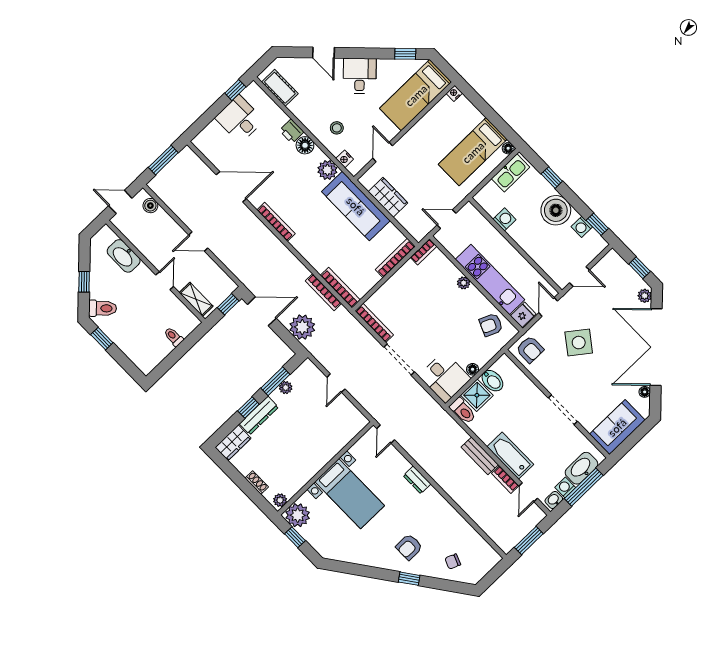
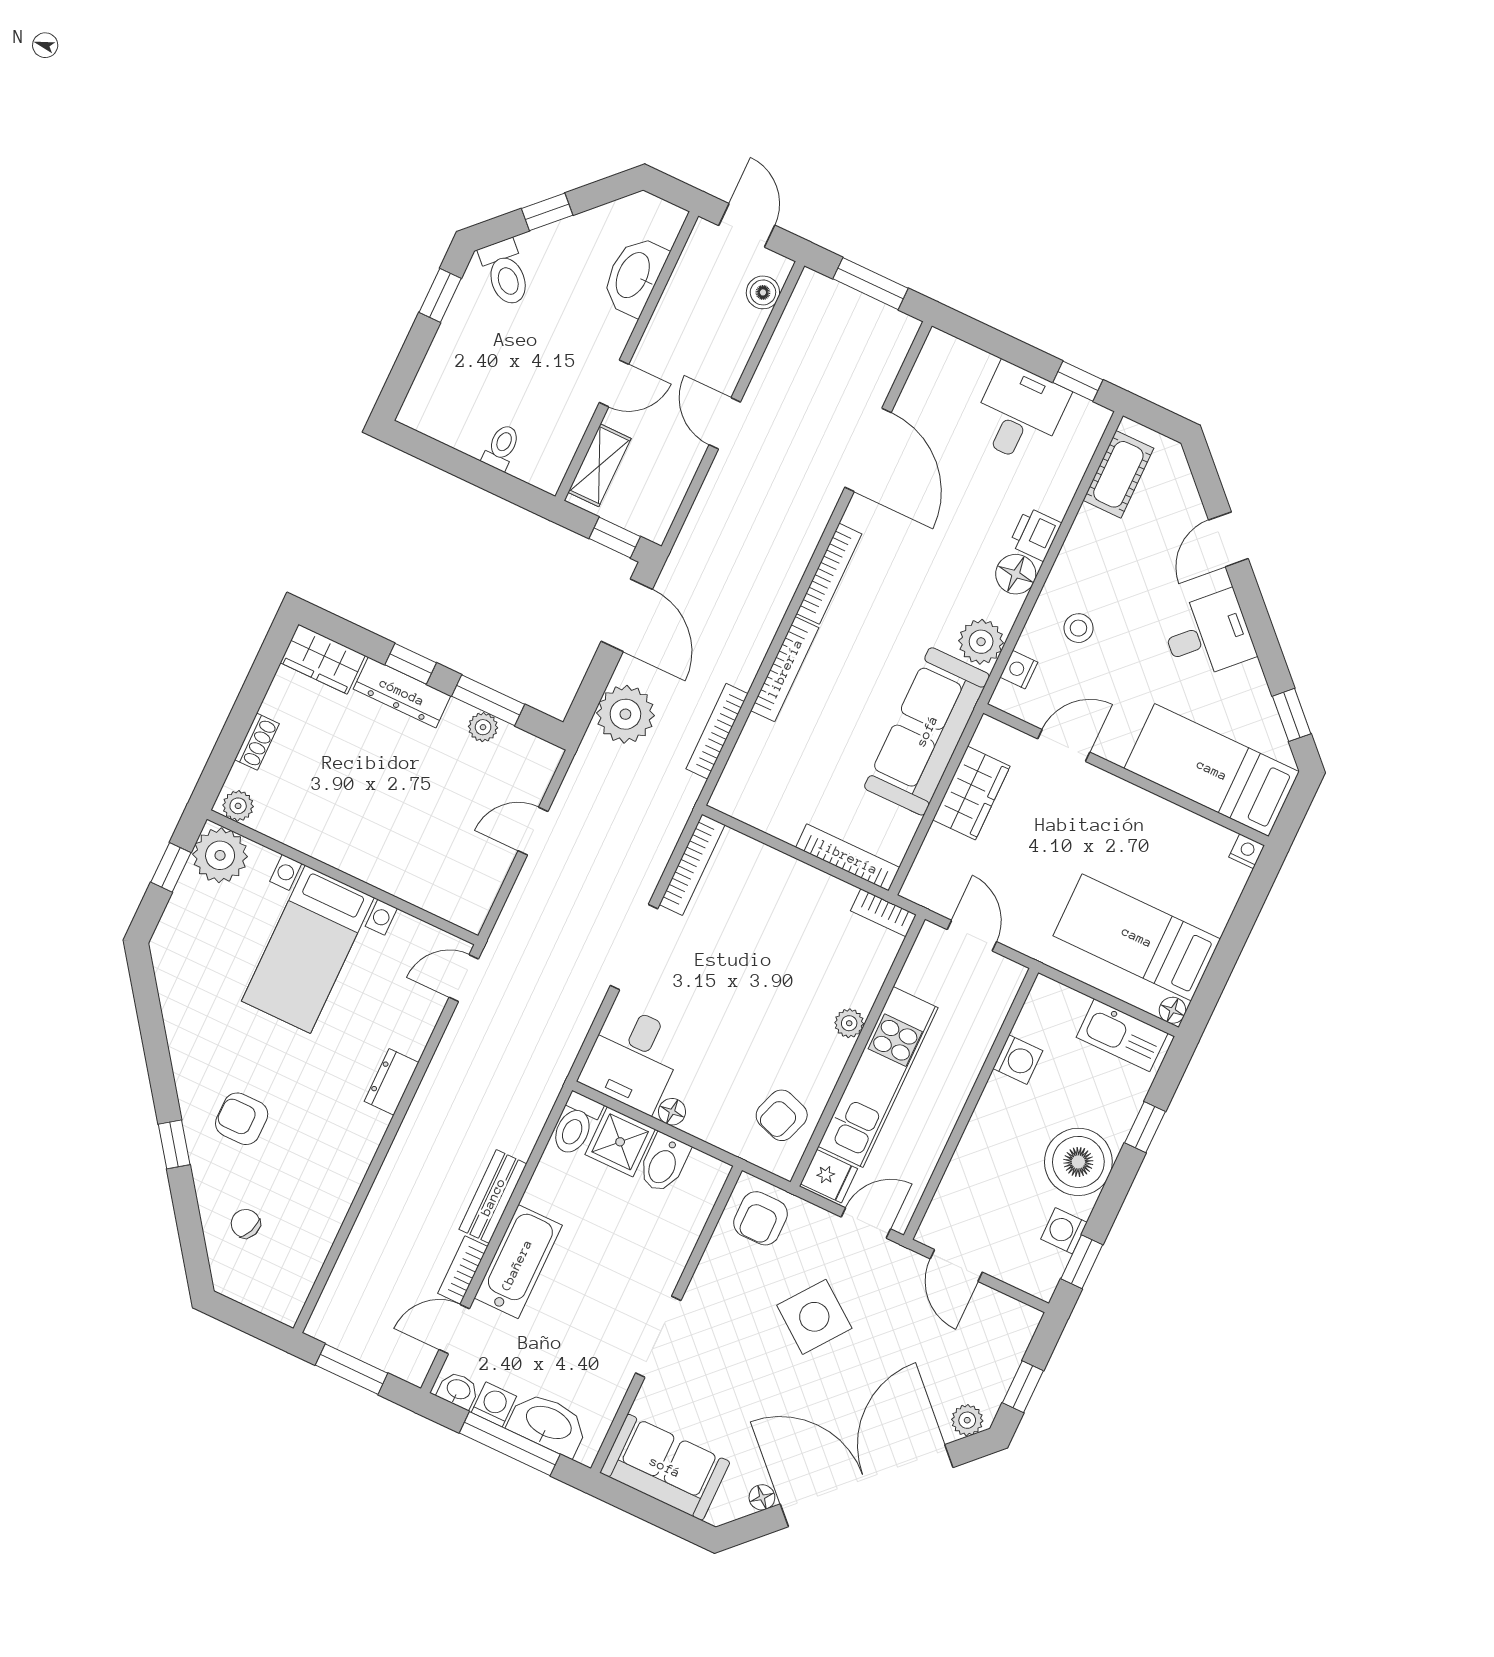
bookcase: (340, 288) -> (785, 669), moved
armchair: (491, 325) -> (782, 1115), turned -94

